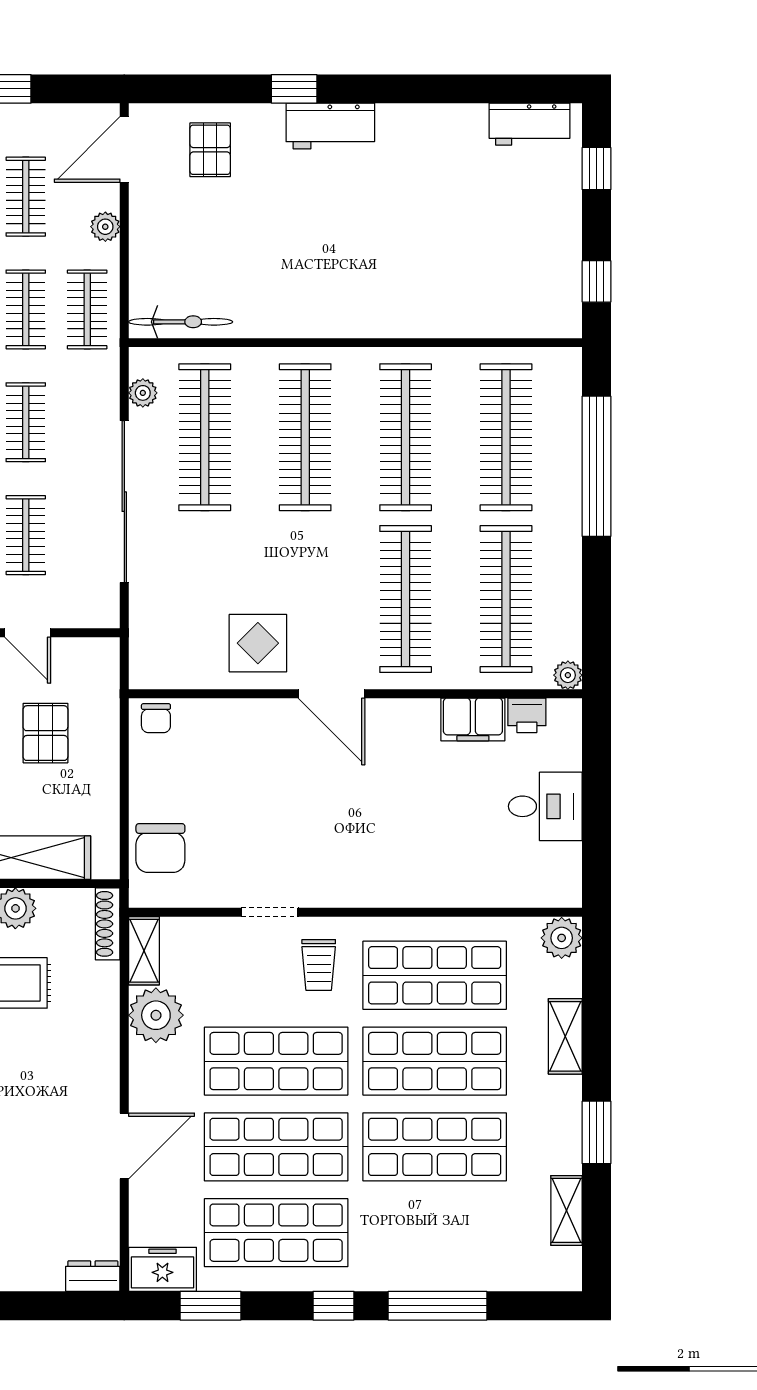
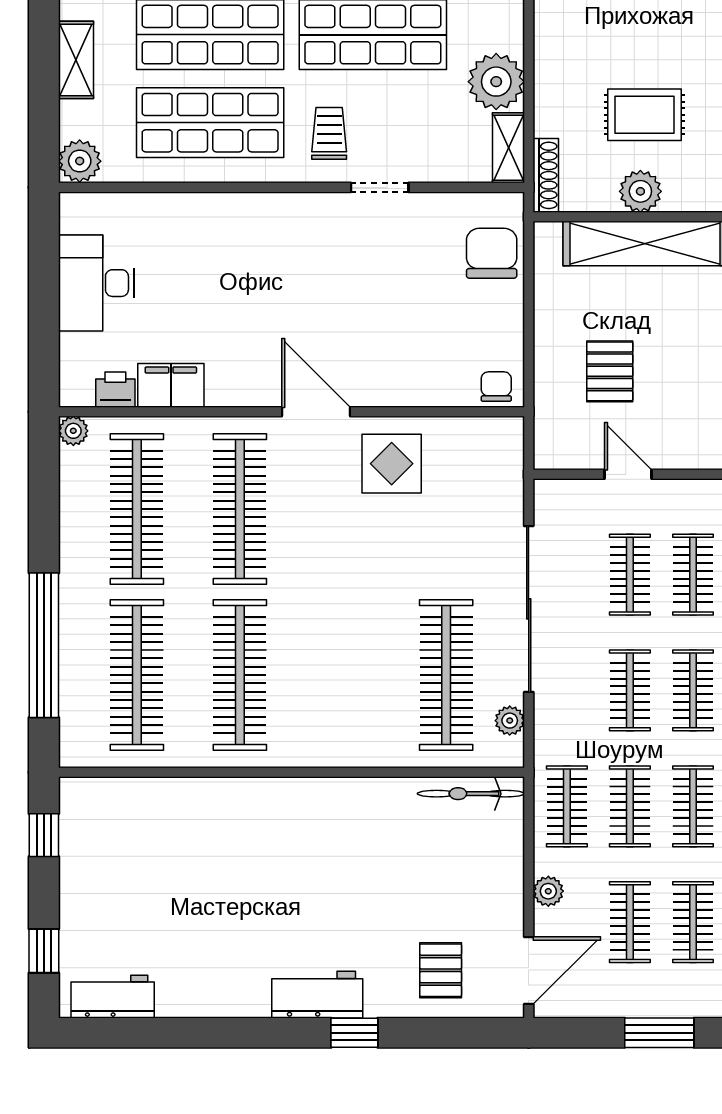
clothes rail: (305, 437) -> (343, 675), removed
desk: (545, 806) -> (96, 283), width x1.37

